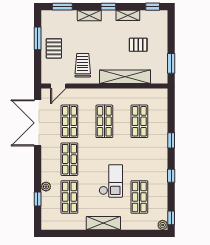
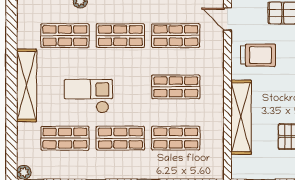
shop shelf: (139, 159) -> (120, 138), added
checkout: (111, 181) -> (88, 96), turned 180
shelving: (103, 223) -> (27, 85), width x1.47

